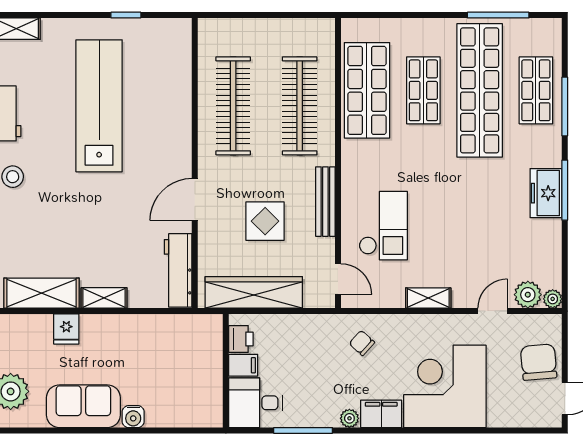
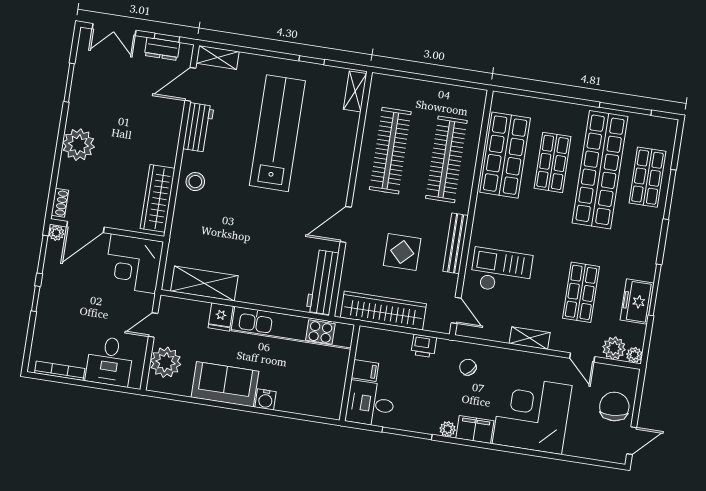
window: (565, 190) -> (655, 290), moved
freezer: (546, 193) -> (637, 302), moved
checkout: (383, 226) -> (501, 271), turned -90
shop shelf: (480, 236) -> (581, 292), added
shelving: (104, 298) -> (355, 91), moved, turned 90
door: (493, 311) -> (582, 357), swing flipped
kitchen unit: (152, 329) -> (293, 328), added
printer: (241, 339) -> (424, 346), moved, turned 90

